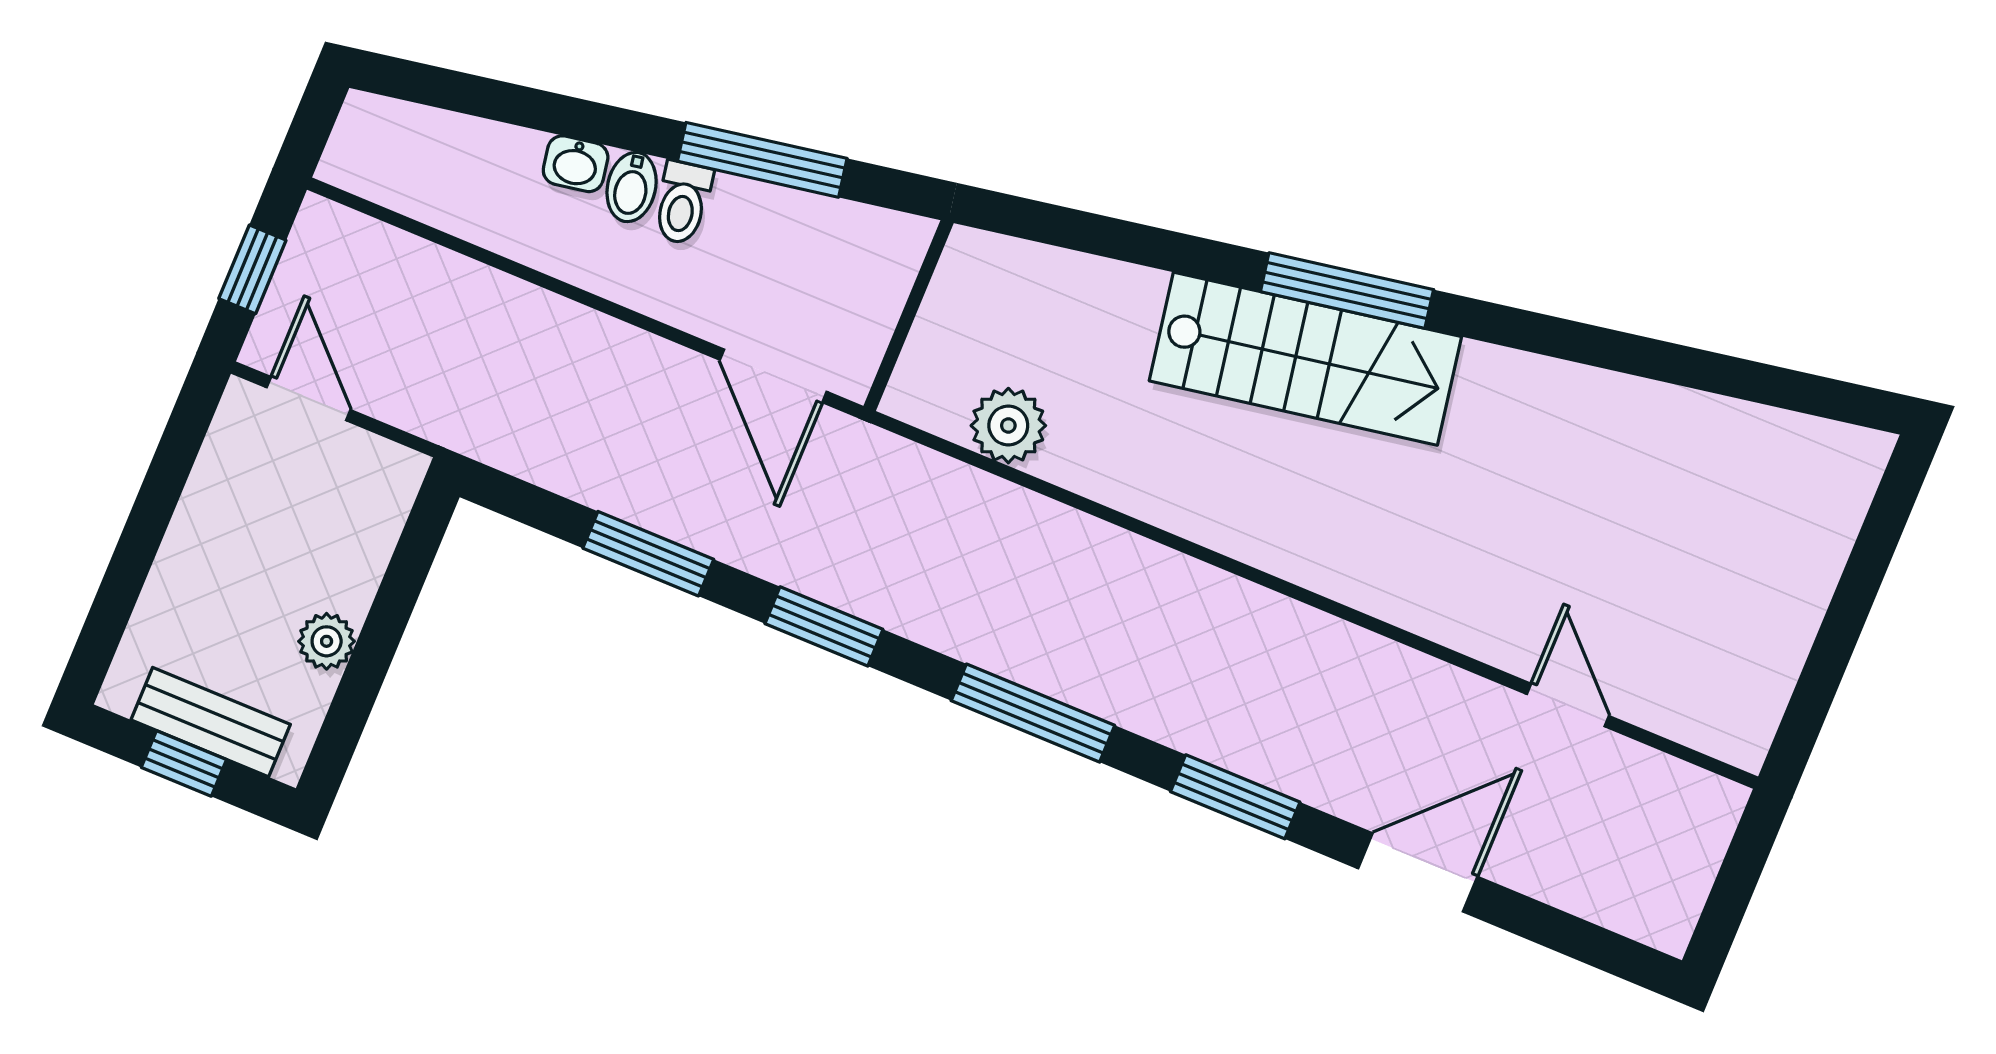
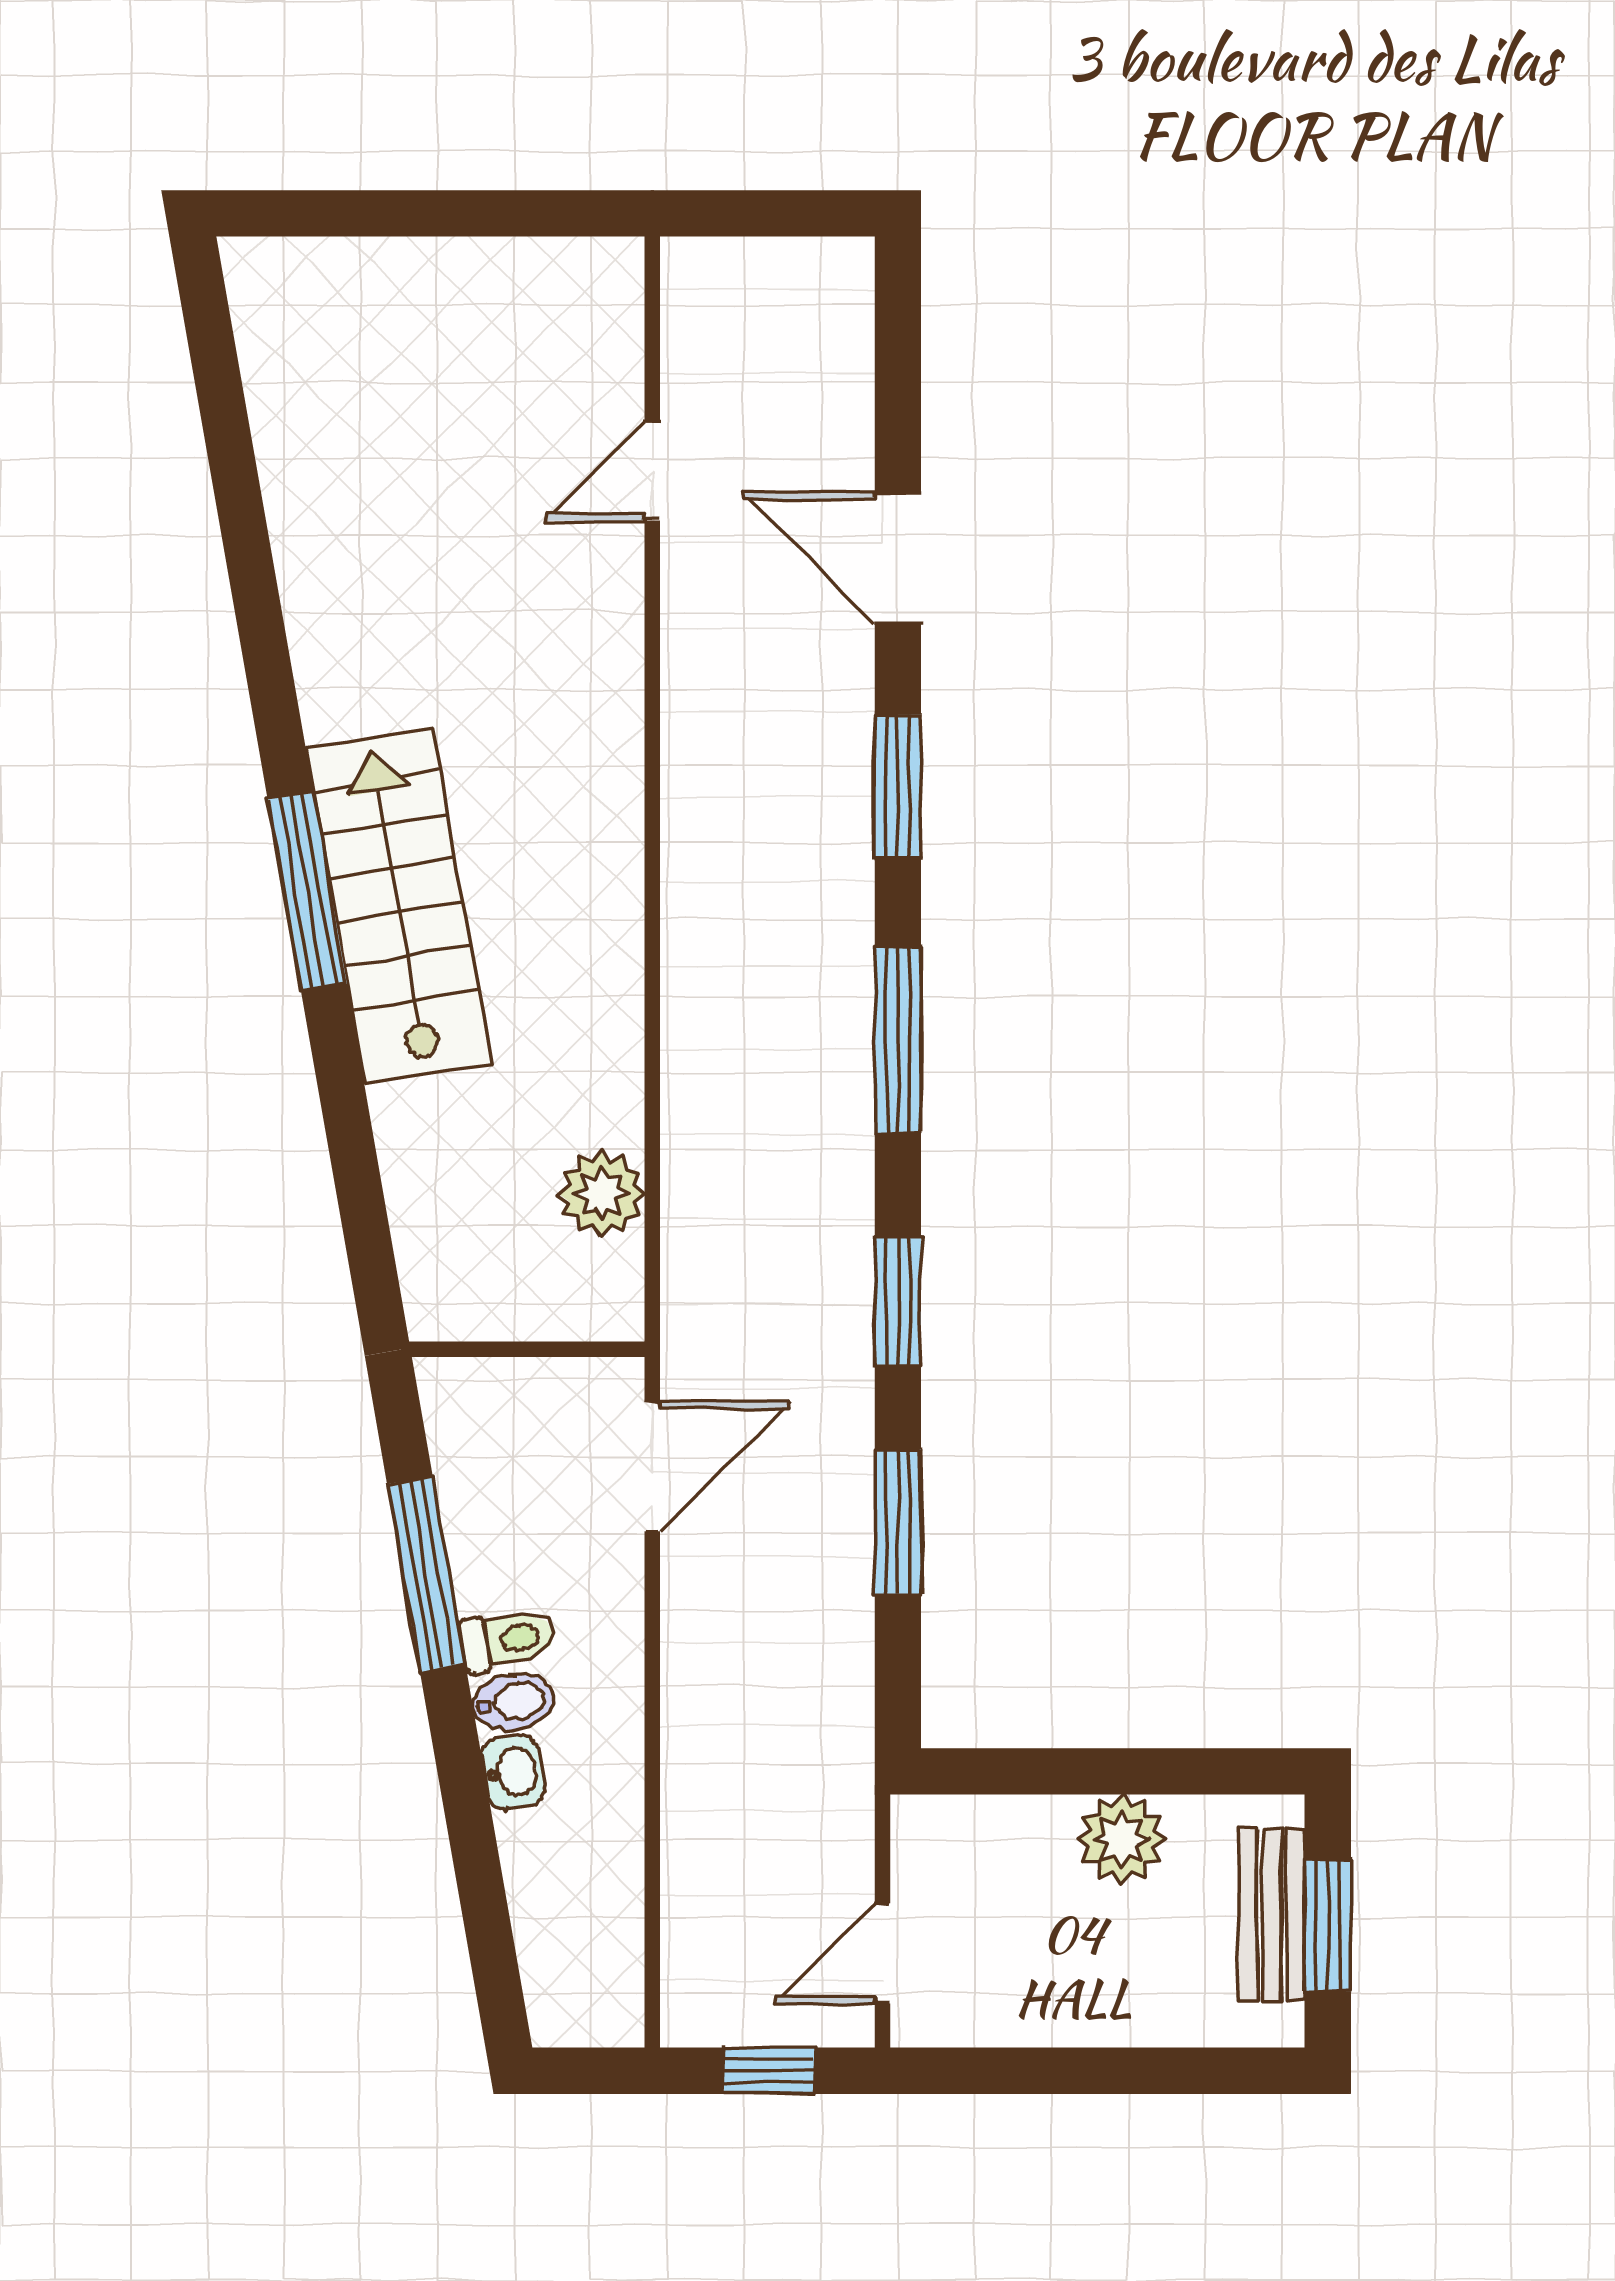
plant: (327, 641) -> (1122, 1839), width x1.38, depth x1.38
window: (184, 763) -> (1328, 1925), width x1.50

